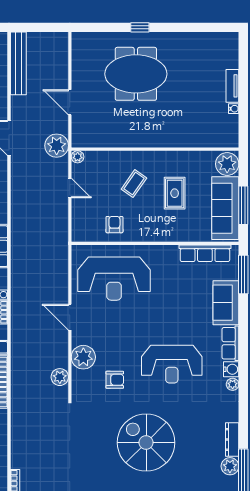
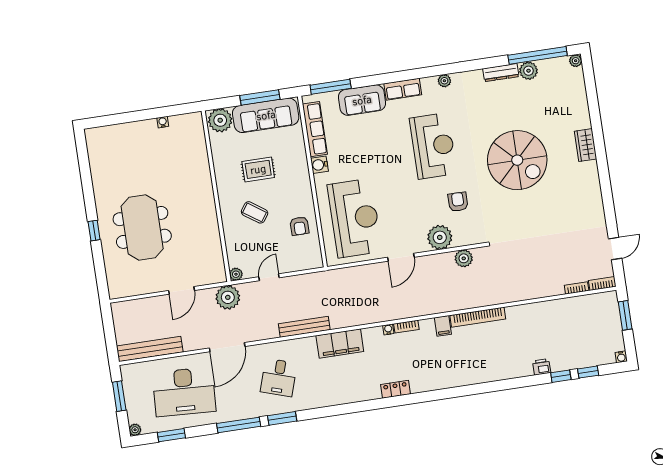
tv unit: (232, 86) -> (140, 127), removed
bench: (17, 215) -> (304, 327), added
armchair: (114, 225) -> (299, 226), turned -90
water cooler: (231, 369) -> (319, 165), moved, turned -90
spiral stairs: (146, 443) -> (517, 160), turned -90

